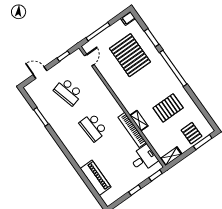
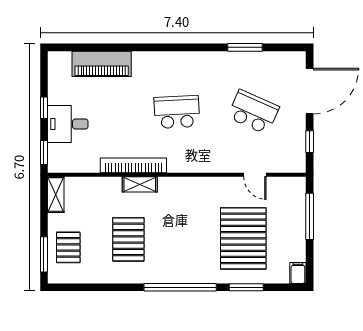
pallet: (130, 55) -> (243, 238), turned 90
door: (89, 60) -> (255, 175), moved
door: (40, 73) -> (310, 91), width x1.87
school desk: (68, 92) -> (253, 112), turned 39
pallet: (192, 133) -> (68, 247), turned 90
desk: (144, 159) -> (68, 124), moved, turned 90

